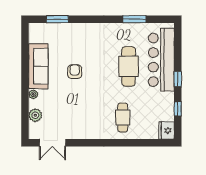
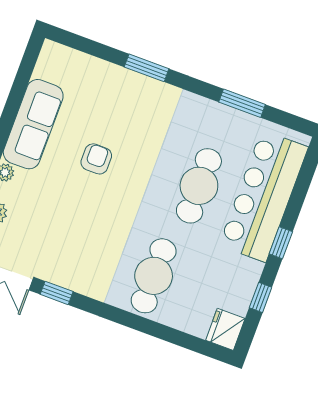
window: (57, 19) -> (147, 68), moved
cafe table: (123, 117) -> (154, 276), width x1.37, depth x1.35
window: (79, 143) -> (57, 293), added

